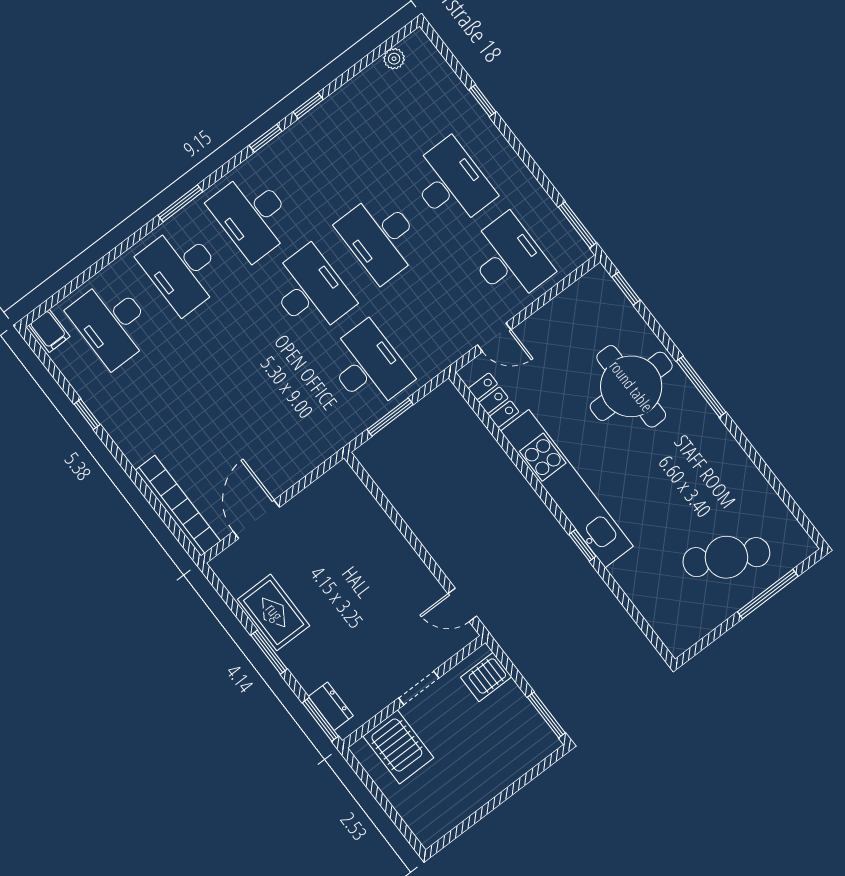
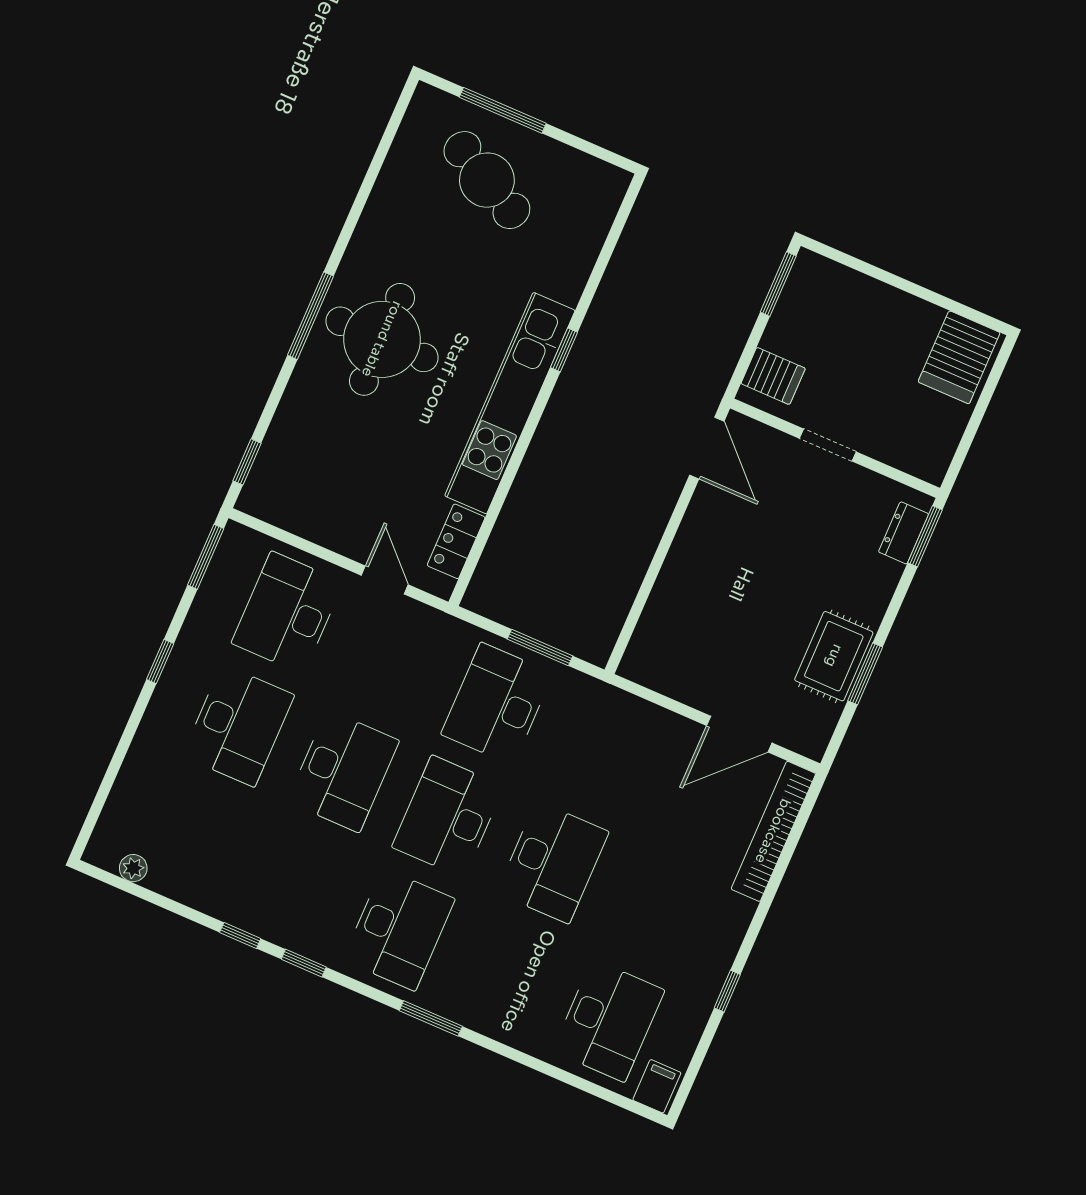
window: (482, 101) -> (160, 661), moved
desk: (451, 183) -> (238, 725), turned 180
desk: (182, 269) -> (553, 862), moved
round table: (631, 386) -> (382, 339), moved
door: (462, 605) -> (707, 448), width x1.38
window: (269, 652) -> (865, 674), moved
server rack: (398, 747) -> (959, 357), moved, turned 180

